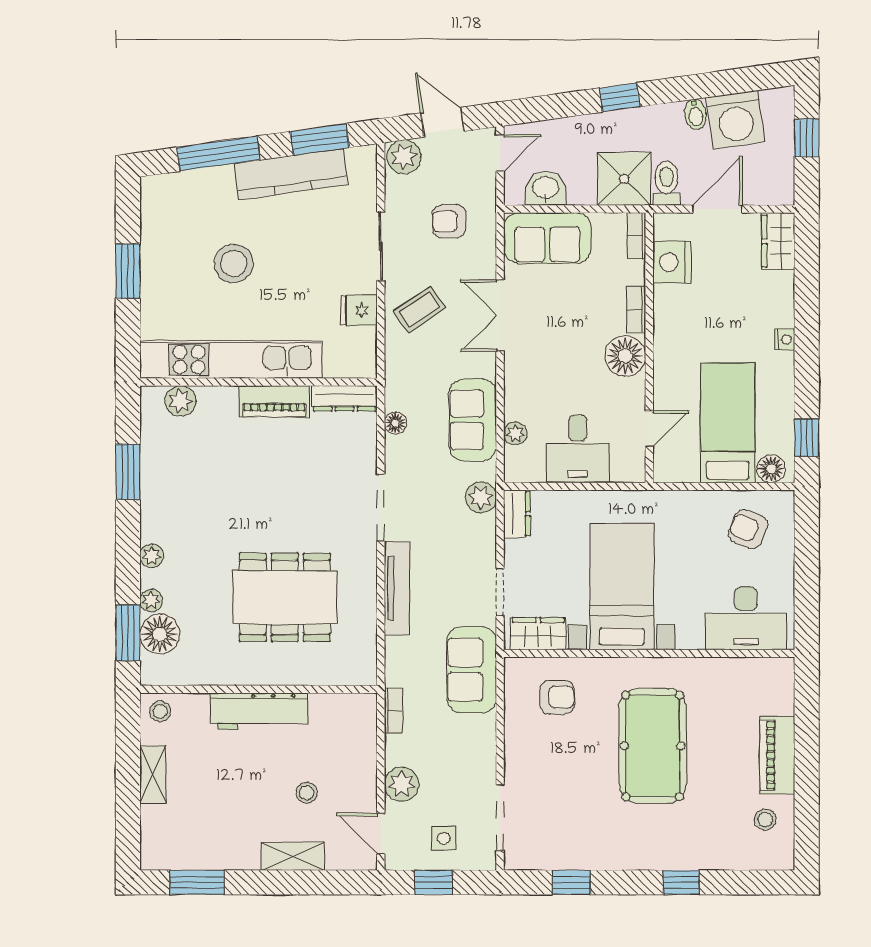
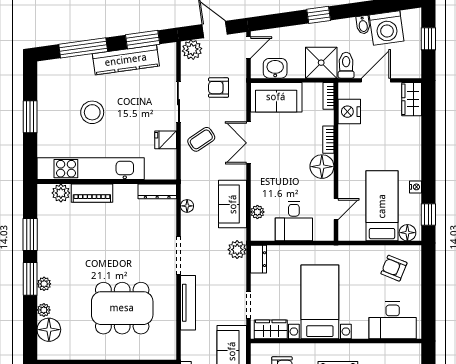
nightstand: (785, 339) -> (415, 187), moved
piano: (274, 401) -> (92, 193), moved
window: (128, 633) -> (30, 279), moved

